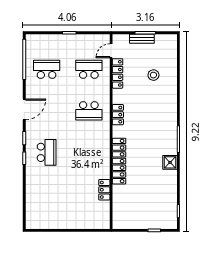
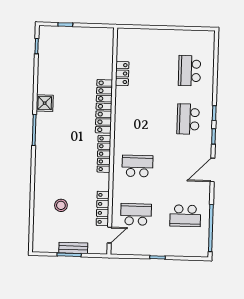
school desk: (89, 69) -> (136, 214), turned 180
locker: (118, 115) -> (104, 154), width x1.53
school desk: (47, 194) -> (190, 71), added

